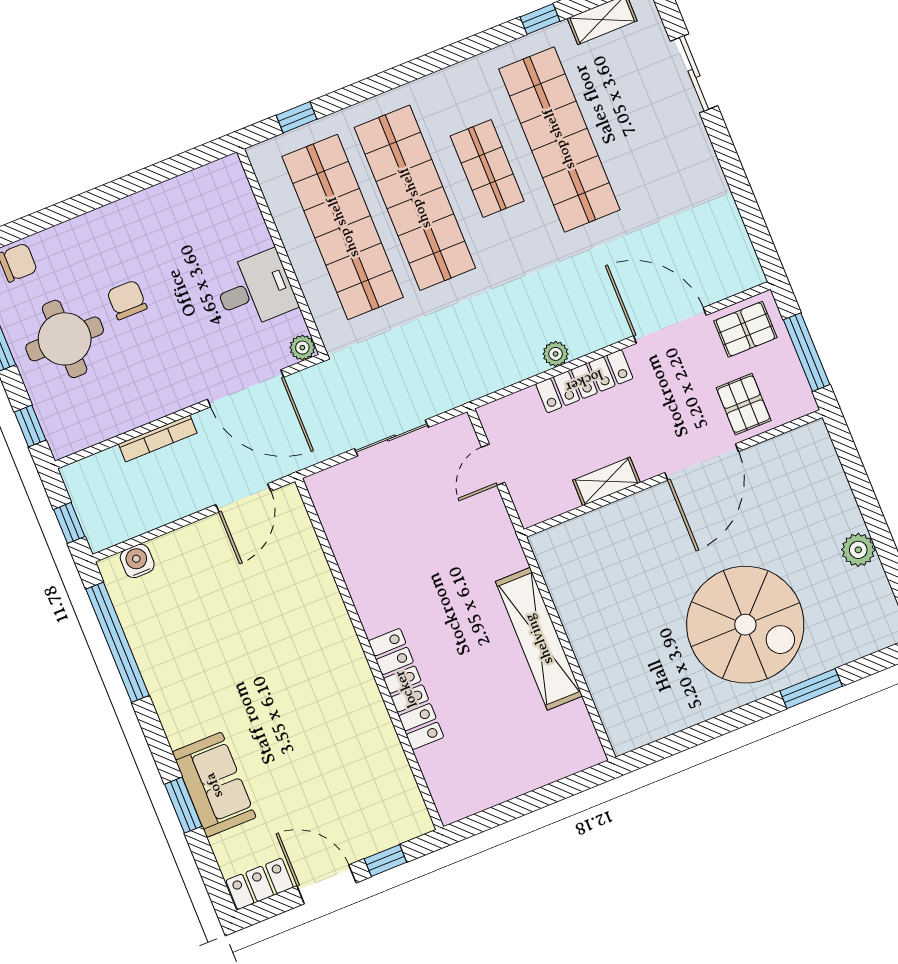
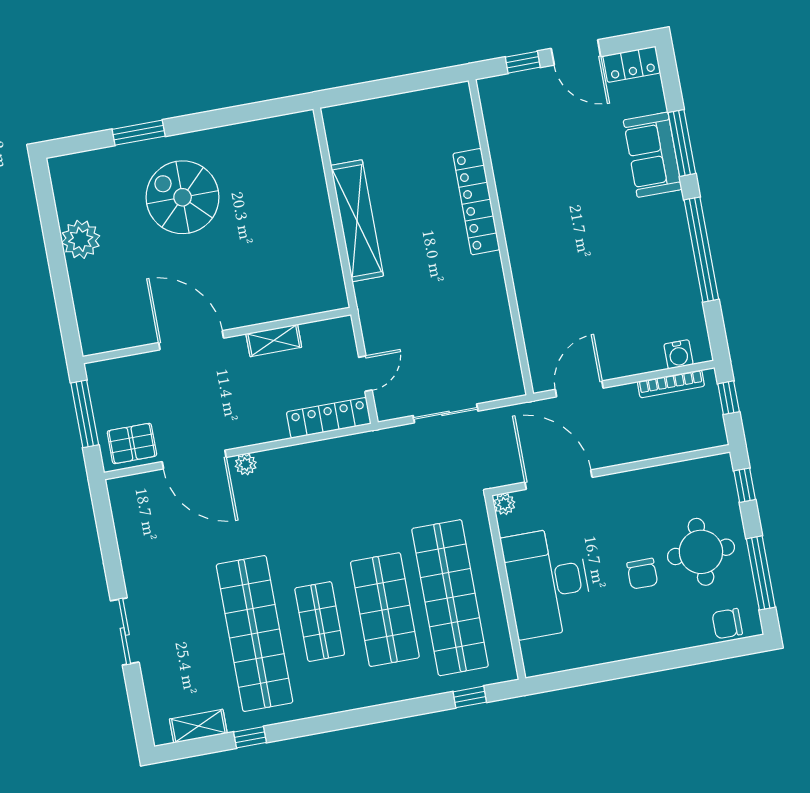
sliding door: (694, 73) -> (125, 631), moved
shop shelf: (415, 198) -> (385, 610), width x0.71
desk: (255, 290) -> (547, 582), width x1.87, depth x1.30
plant: (556, 354) -> (246, 464), moved
locker: (584, 381) -> (329, 418), moved
pallet: (744, 404) -> (146, 381), removed
bookcase: (158, 439) -> (671, 384), moved, turned 180
door: (702, 462) -> (191, 340), hinge flipped
plant: (858, 550) -> (81, 239), width x1.36, depth x1.36
spiral stairs: (745, 625) -> (183, 197), width x0.73, depth x0.73
window: (118, 642) -> (701, 250), moved
window: (183, 805) -> (682, 143), width x1.44

